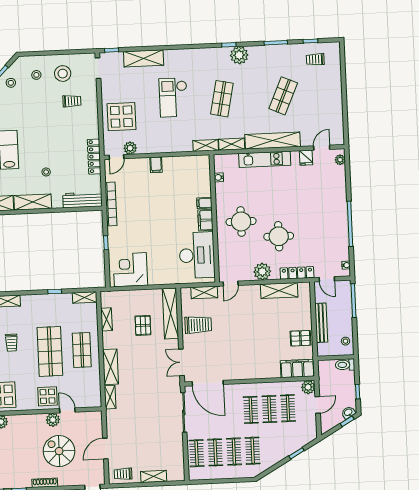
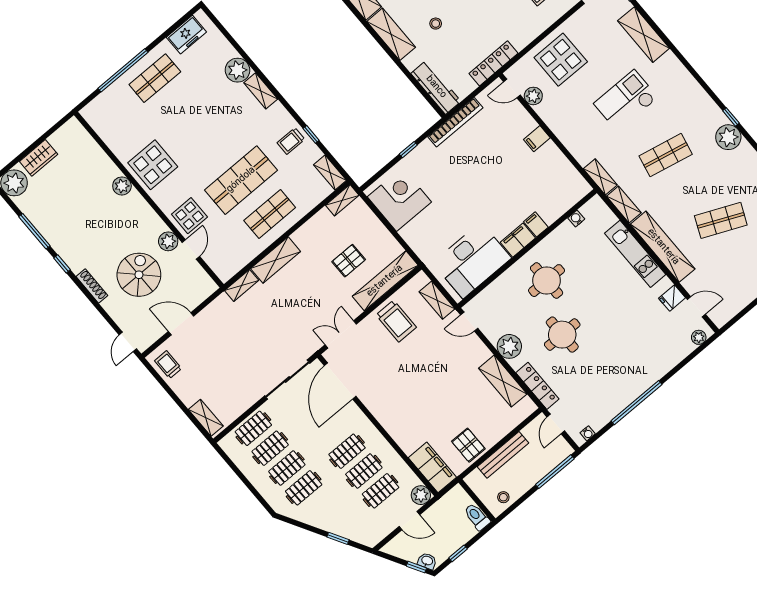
shelving: (107, 319) -> (342, 200), moved
trolley: (11, 343) -> (291, 141), moved
shelving: (154, 476) -> (206, 418), moved

